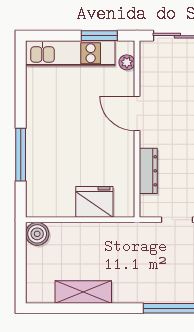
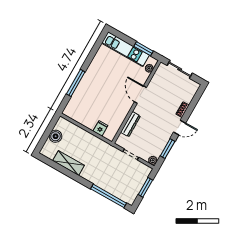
fridge: (94, 202) -> (100, 128), width x0.53, depth x0.75
boiler: (37, 234) -> (56, 136), moved

